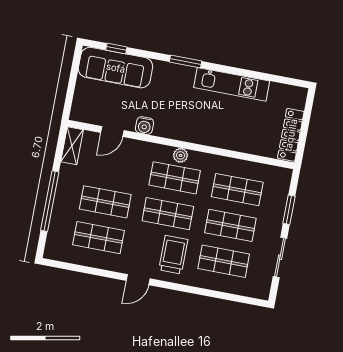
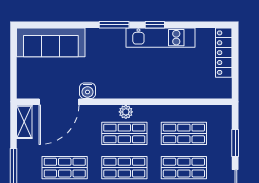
window: (116, 49) -> (155, 25), moved
door: (112, 132) -> (59, 102), width x1.88
locker: (291, 135) -> (224, 53), moved

